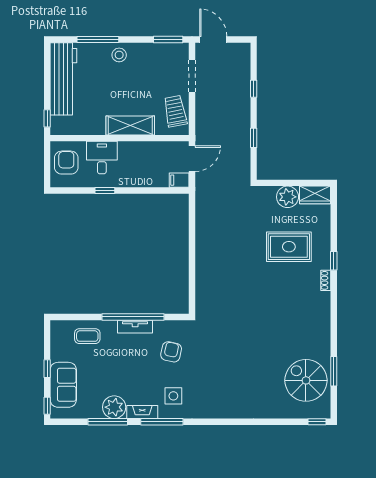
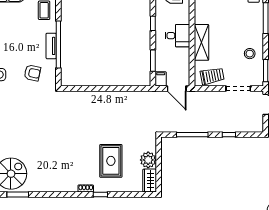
stool: (119, 55) -> (250, 54), moved
window: (254, 138) -> (192, 135), width x2.17
desk: (102, 158) -> (177, 36), moved
window: (155, 191) -> (153, 61), added

